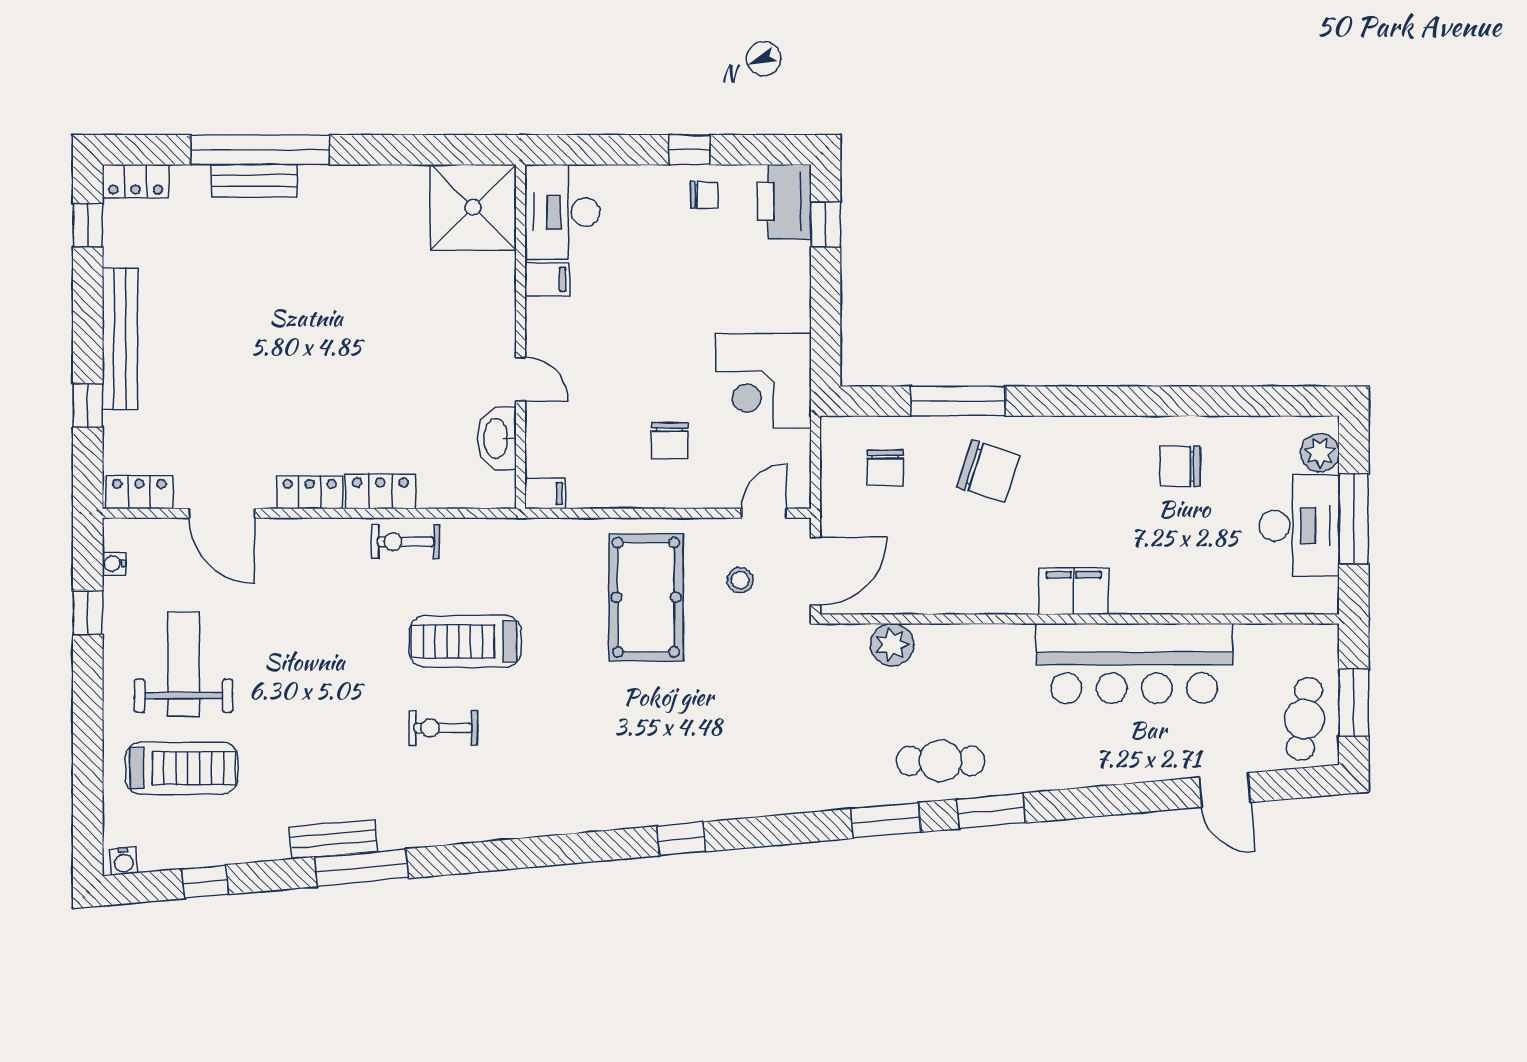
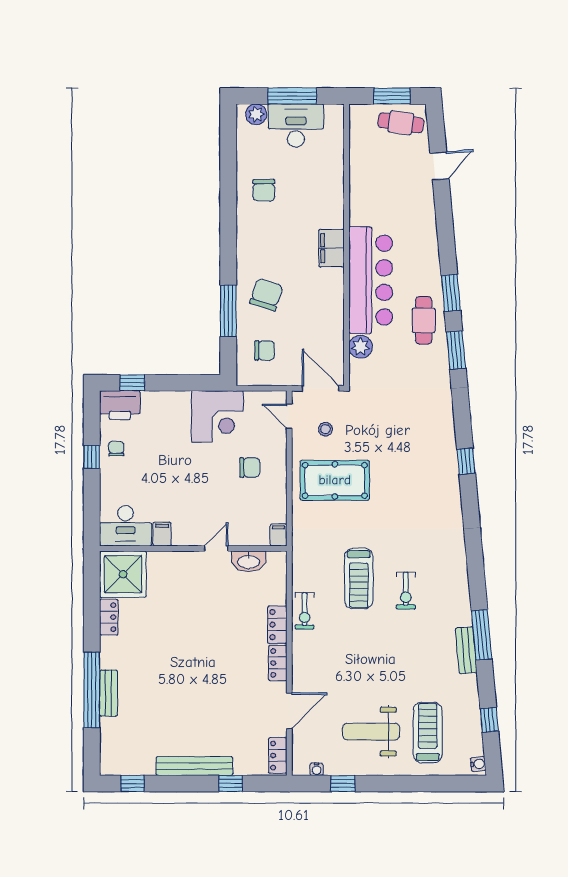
locker: (136, 181) -> (109, 617), moved
bar counter: (1134, 663) -> (371, 280), moved

